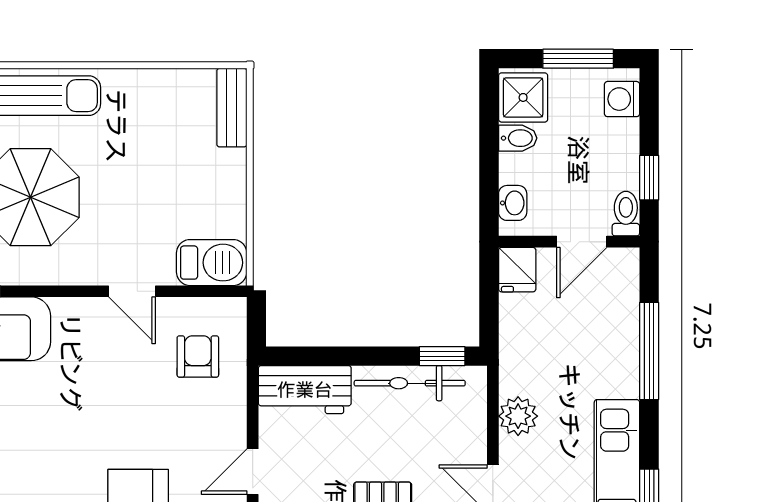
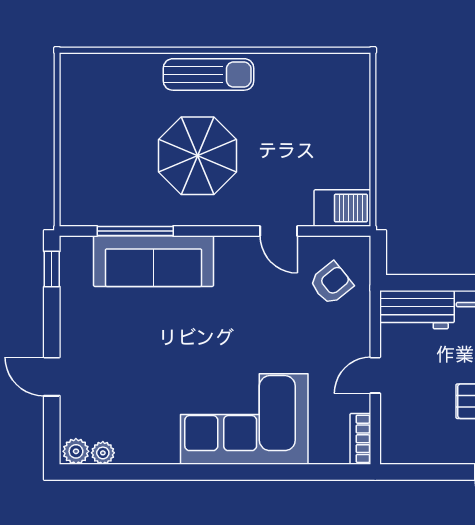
bench: (232, 108) -> (359, 84), removed
armchair: (198, 356) -> (331, 283), turned 51

